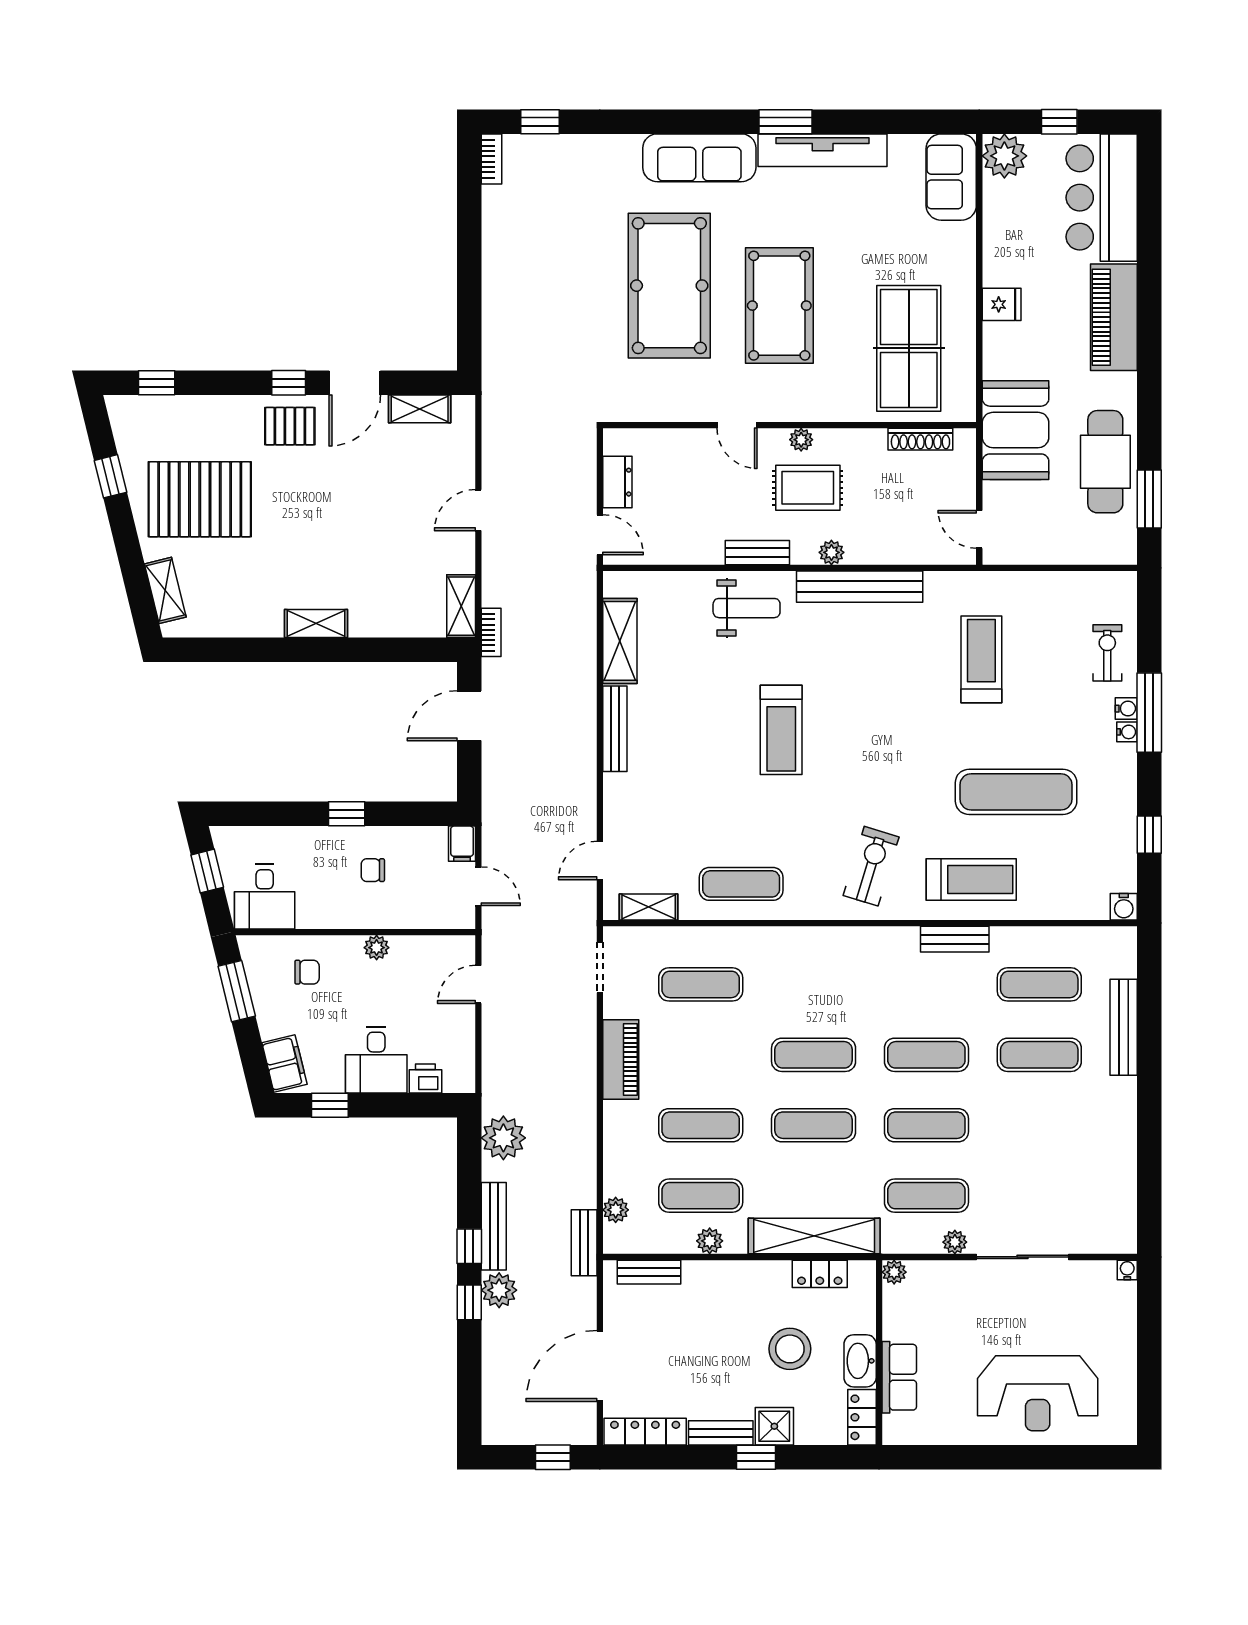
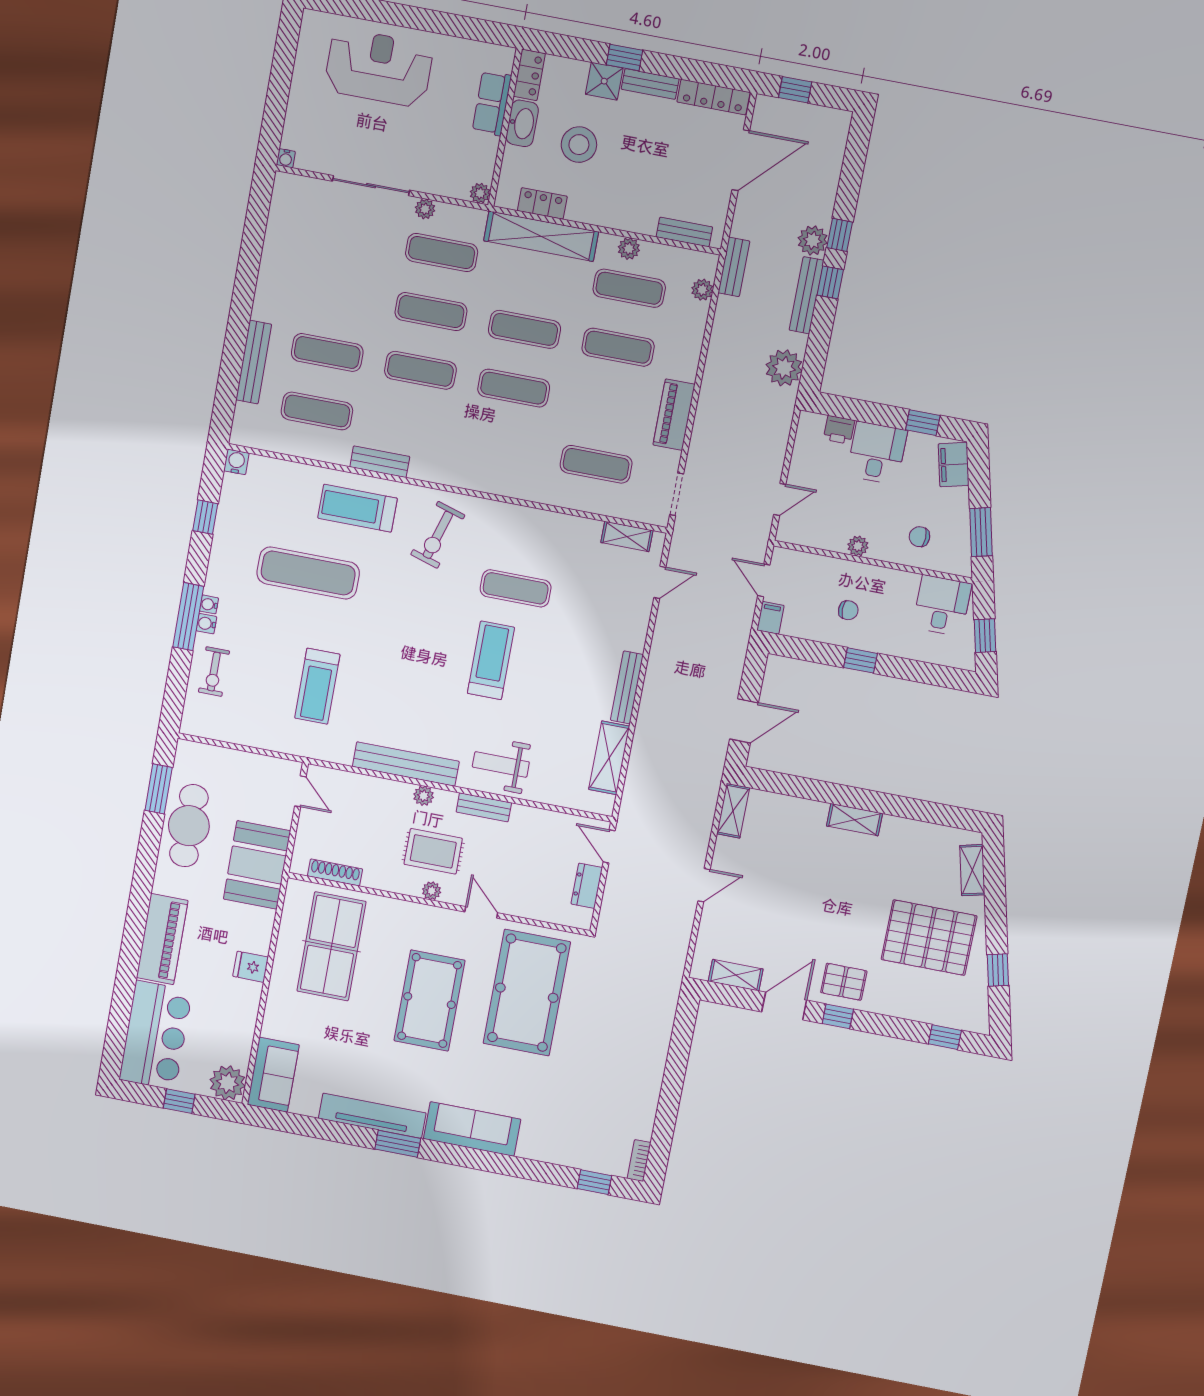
pool table: (669, 286) -> (527, 993), moved
bookcase: (491, 632) -> (713, 785), removed
exercise mat: (741, 884) -> (516, 588), moved

